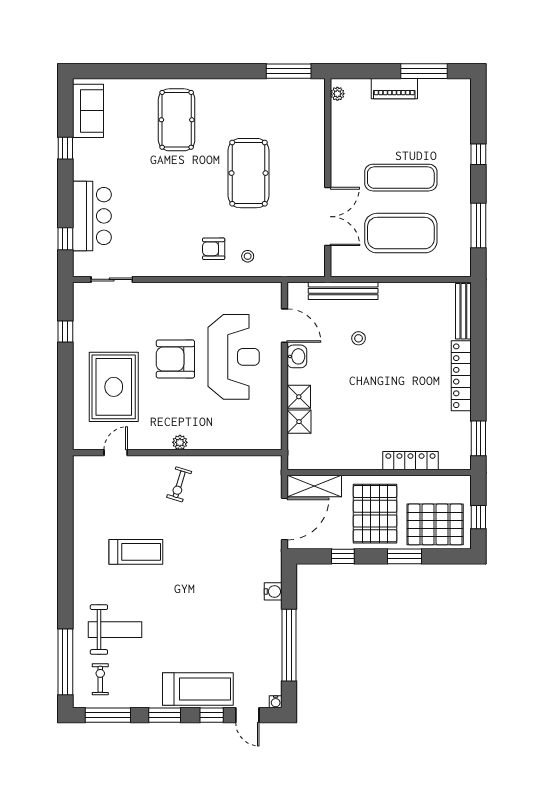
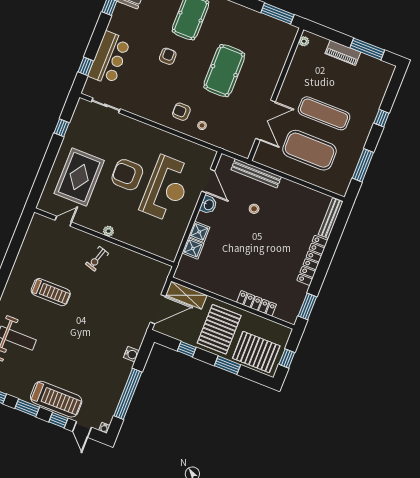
armchair: (167, 183) -> (168, 56), added

